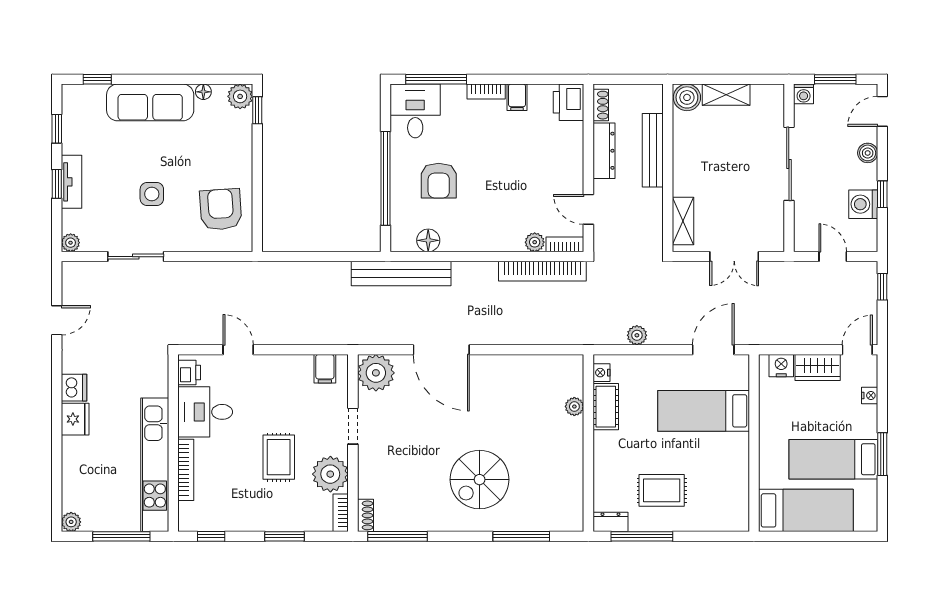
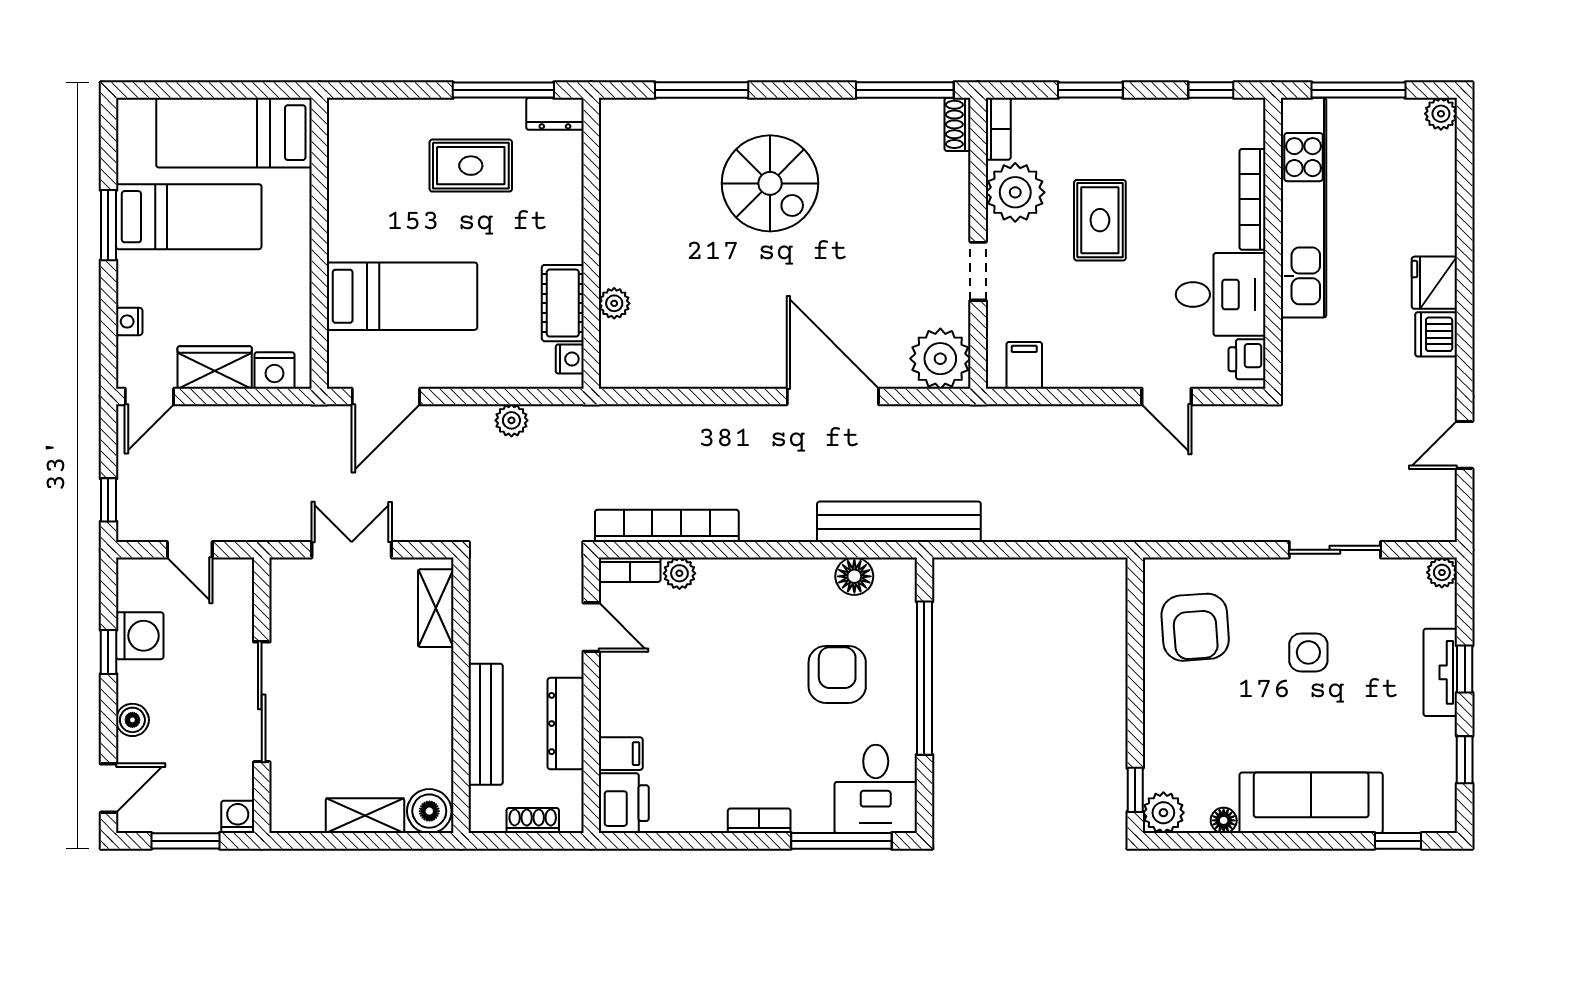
filing cabinet: (517, 97) -> (621, 754), moved, turned 90
shoe rack: (601, 105) -> (533, 821), moved, turned 90
spiral stairs: (480, 480) -> (770, 183), turned 90

